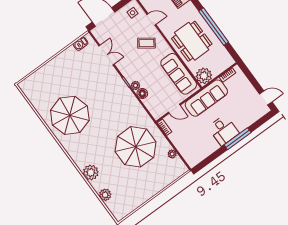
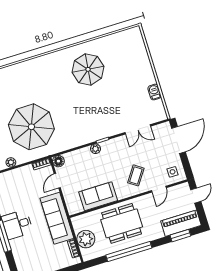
barbecue: (81, 44) -> (154, 92), moved
sofa: (179, 74) -> (98, 196), width x0.73
plant: (204, 76) -> (86, 239), moved
floor lamp: (142, 94) -> (58, 161), moved
parasol: (70, 115) -> (88, 69), width x0.73, depth x0.73
plant: (91, 172) -> (21, 71), removed

